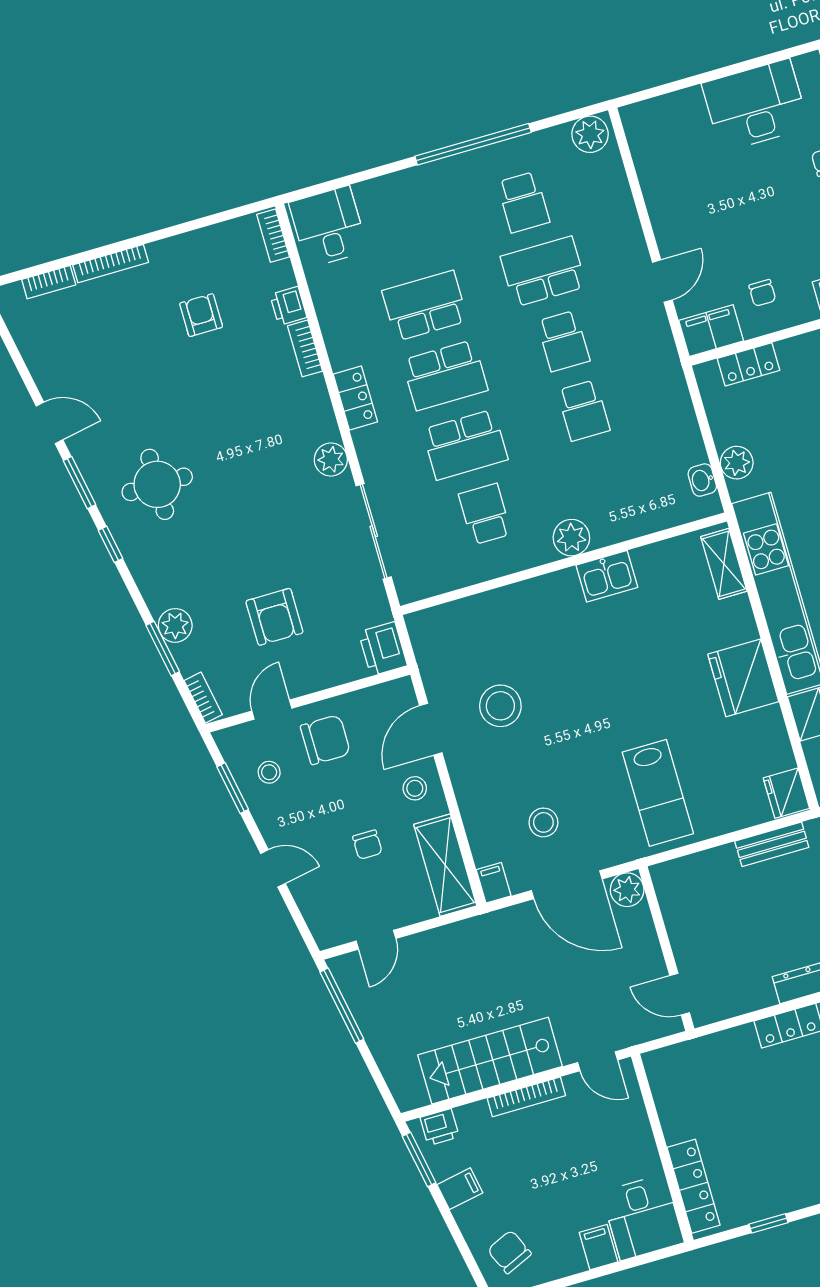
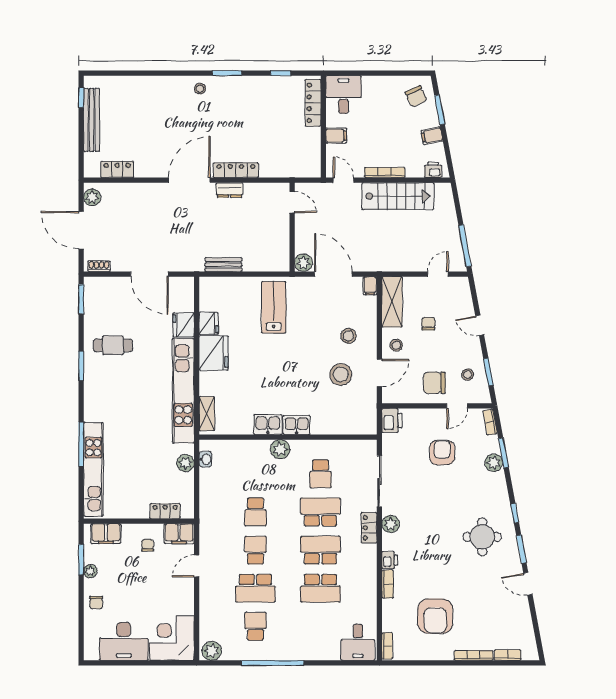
corner desk: (670, 136) -> (172, 638), added
printer: (288, 306) -> (390, 560), moved
armchair: (201, 315) -> (435, 616), width x1.88, depth x1.88
locker: (355, 398) -> (369, 528), moved
school desk: (583, 410) -> (255, 512), turned 180
kitchen sink: (554, 590) -> (297, 425), added
fridge: (786, 793) -> (209, 323), moved
stool: (543, 822) -> (348, 336), moved
window: (419, 1159) -> (440, 110), moved
filing cabinet: (599, 1247) -> (336, 136), moved, turned -90

